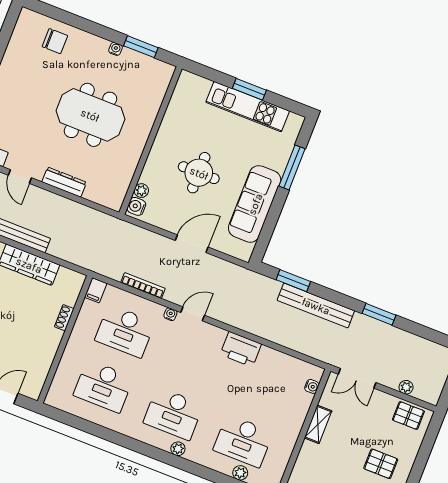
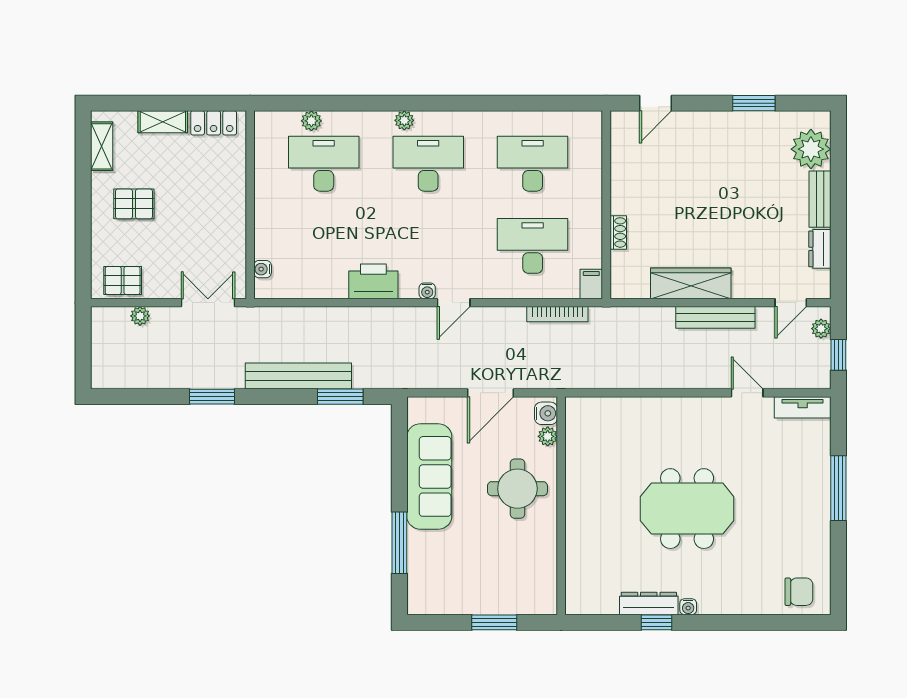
chair: (55, 41) -> (799, 592), moved, turned 180
window: (141, 47) -> (656, 622), width x0.67
kitchen unit: (248, 107) -> (488, 599), removed
wall: (151, 141) -> (561, 506), moved
dresser: (64, 182) -> (649, 604), moved, turned 180
plant: (141, 191) -> (548, 436), moved
water cooler: (136, 206) -> (546, 413), moved
bookcase: (143, 285) -> (557, 314), moved
water cooler: (170, 314) -> (427, 291), moved
shelving: (318, 424) -> (235, 223), removed

